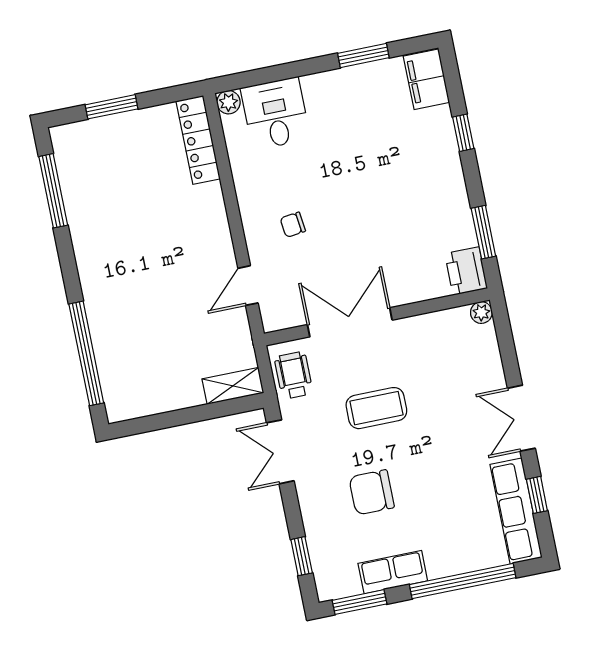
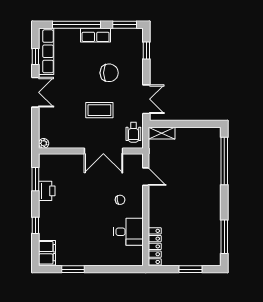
plant: (229, 102) -> (138, 261), removed
desk: (275, 114) -> (128, 232), moved, turned -90
printer: (466, 271) -> (47, 191), moved
door: (248, 286) -> (146, 177), hinge flipped
row of seats: (393, 572) -> (96, 35), moved

